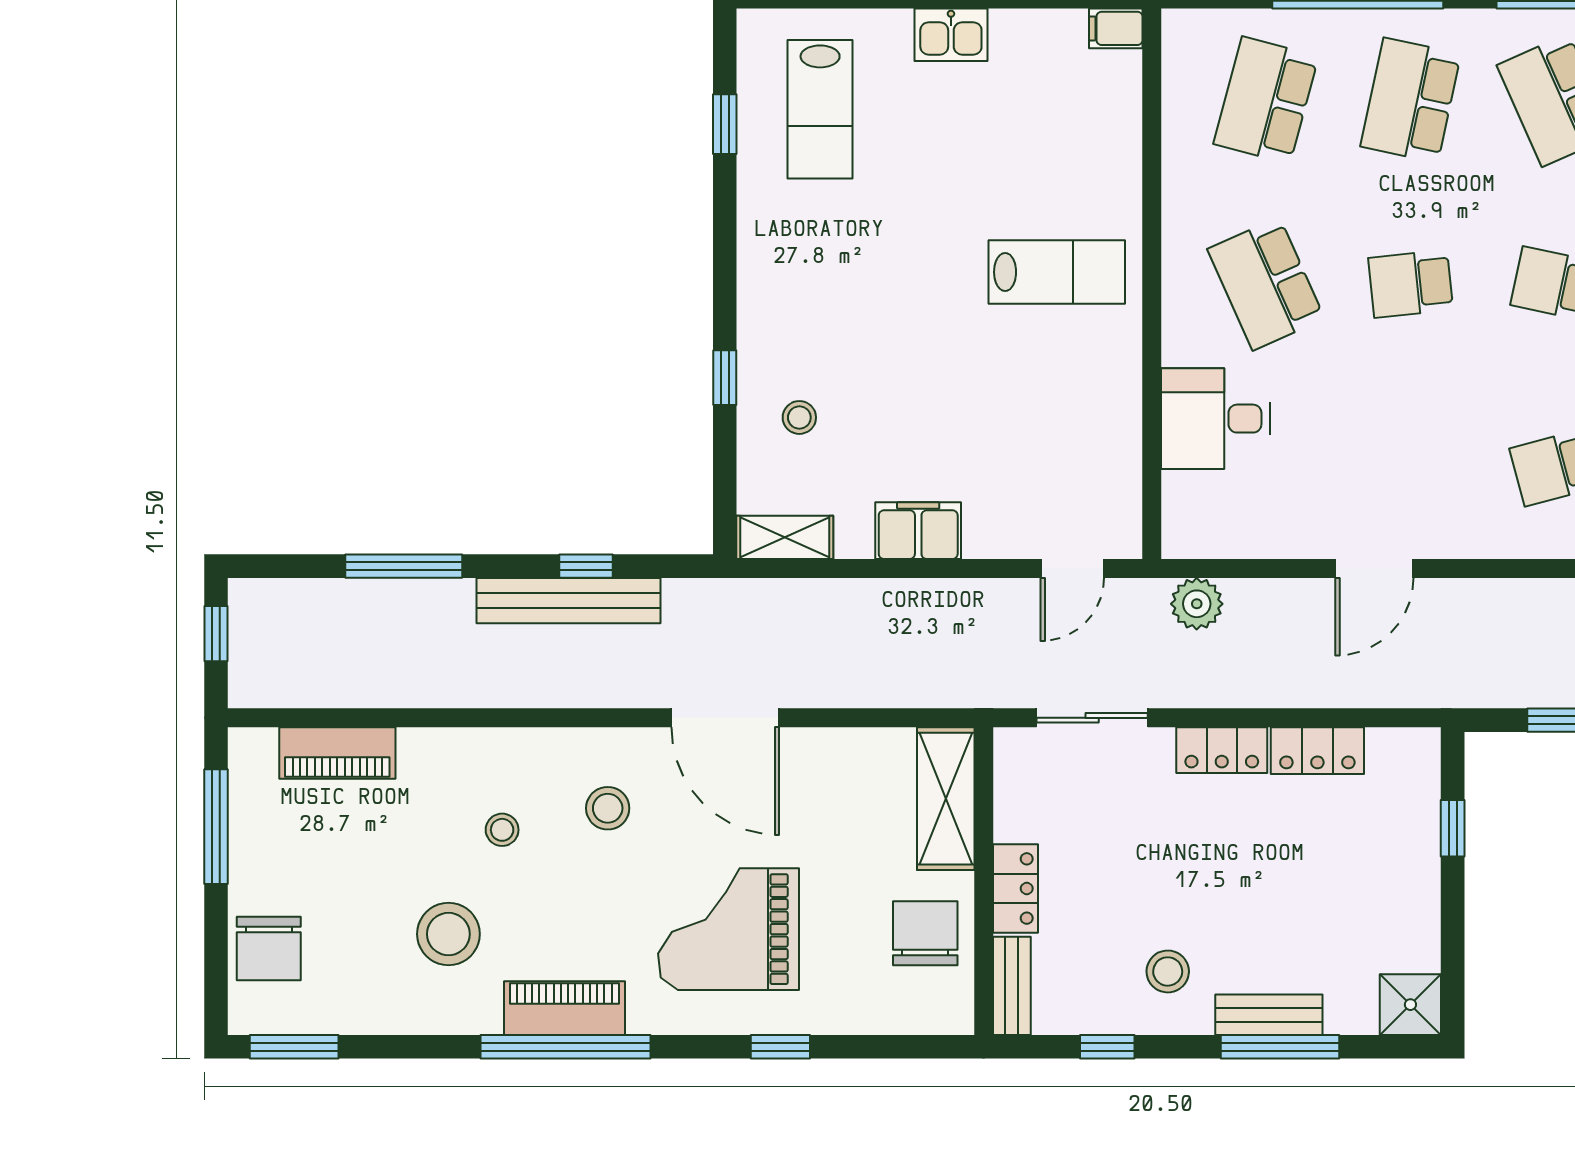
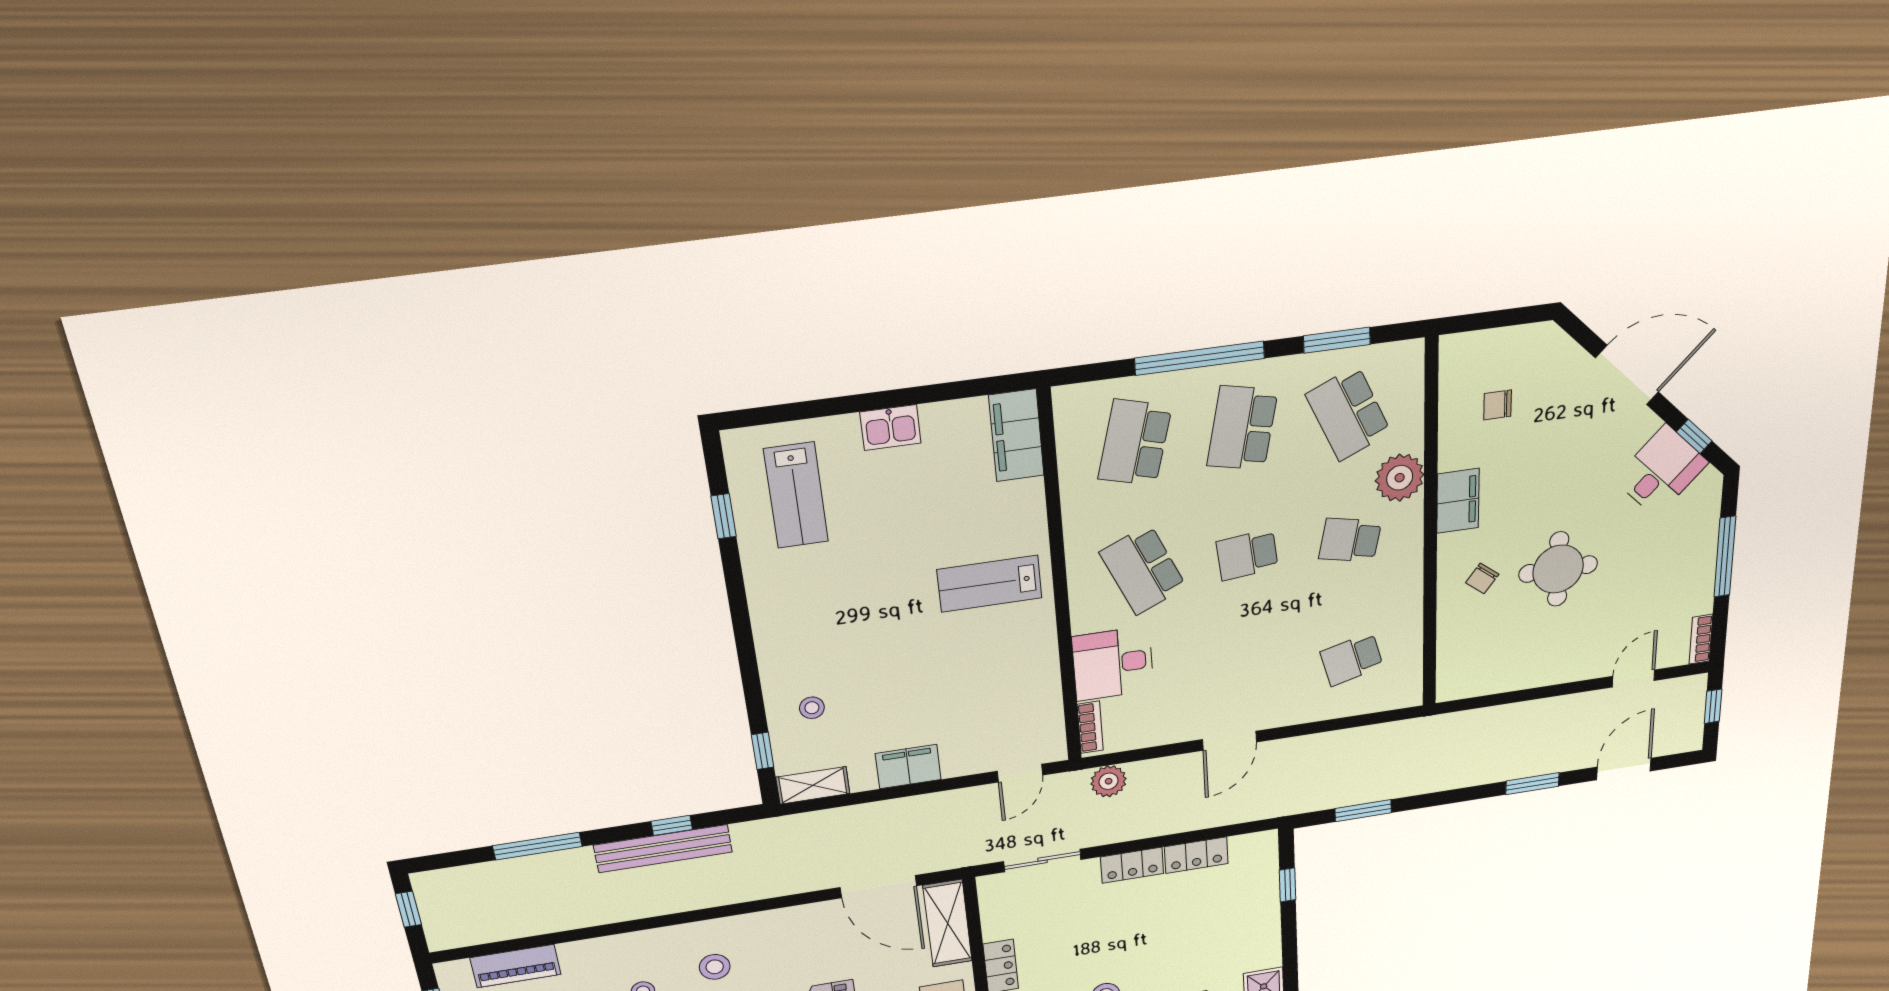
filing cabinet: (1116, 28) -> (1016, 435), width x3.00, depth x1.17
lab bench: (1057, 272) -> (990, 584), turned 180
window: (725, 378) -> (763, 751), moved
bookcase: (1177, 512) -> (1090, 727), added
door: (725, 718) -> (878, 887), moved

